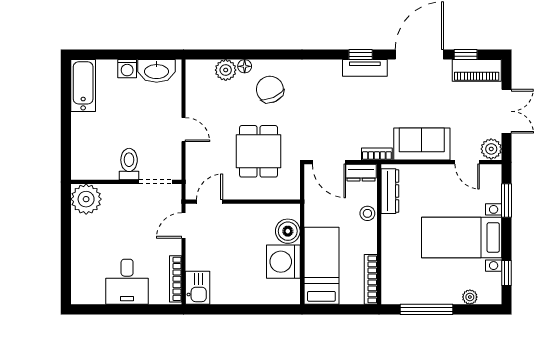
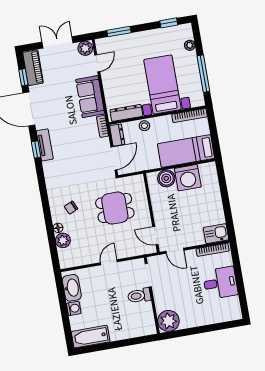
chair: (270, 89) -> (71, 208), width x0.54, depth x0.54
bed with nightstands: (462, 237) -> (162, 85), moved, turned 180

